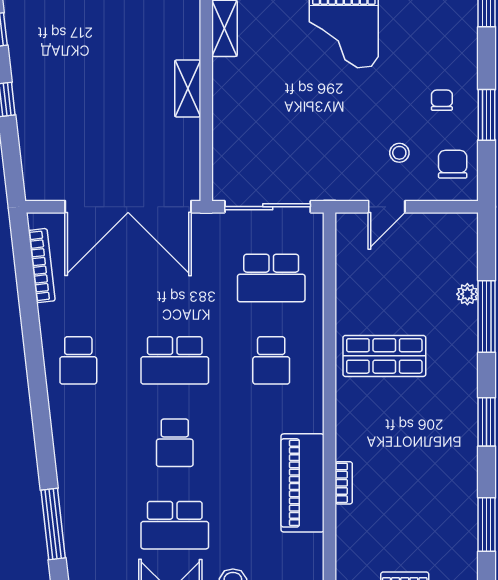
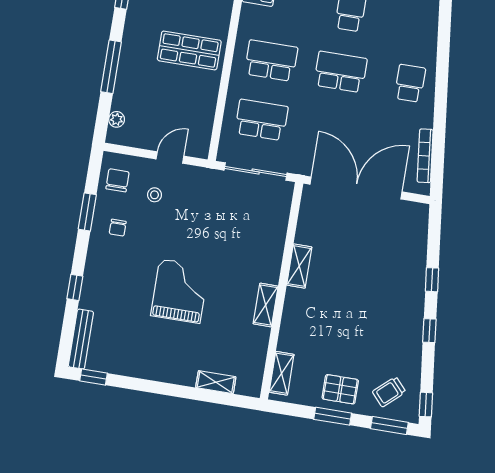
chair: (453, 164) -> (117, 180), turned 180
plant: (467, 294) -> (117, 119), moved
school desk: (271, 360) -> (271, 61), width x1.85

